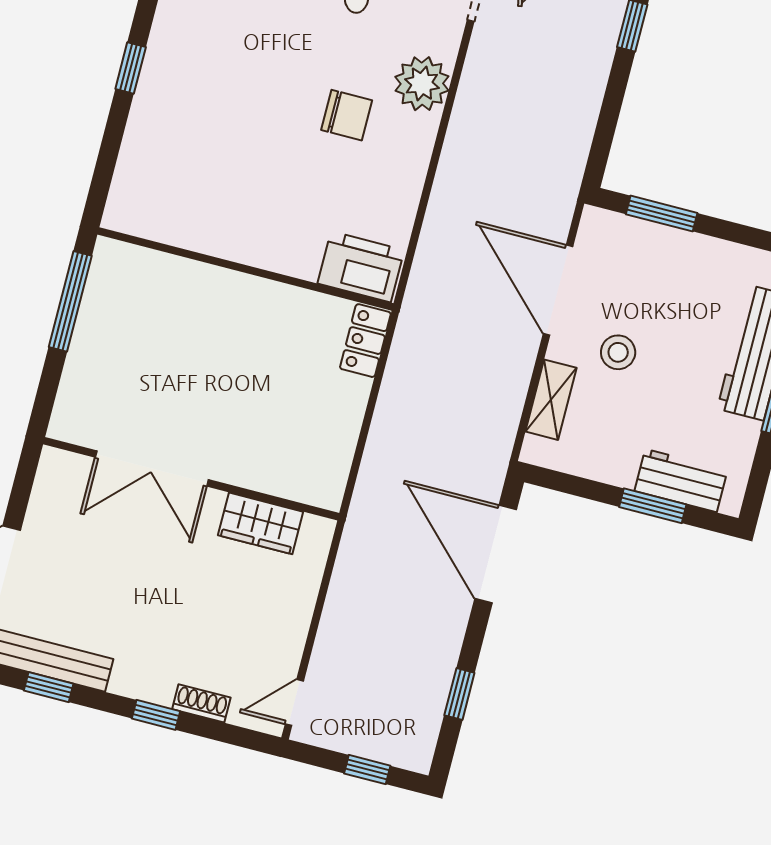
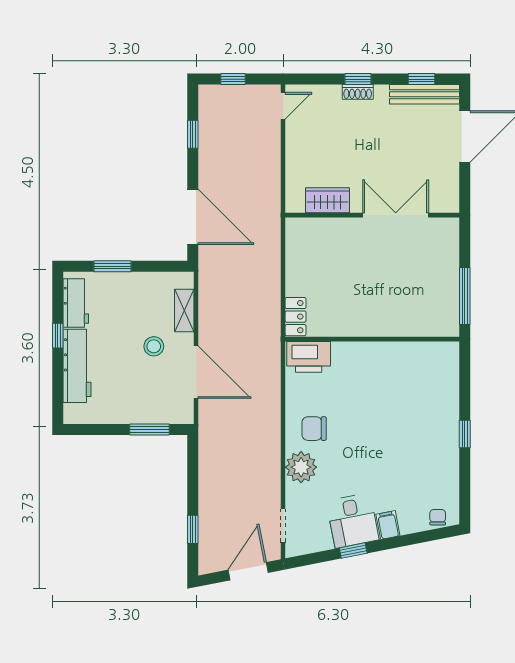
chair: (347, 115) -> (314, 429), moved
workbench: (681, 481) -> (76, 303), moved, turned -90
shoe rack: (201, 703) -> (358, 92), moved

